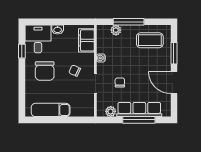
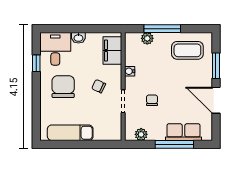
chair: (45, 71) -> (63, 87), turned 180
row of seats: (139, 110) -> (183, 132), width x0.68

